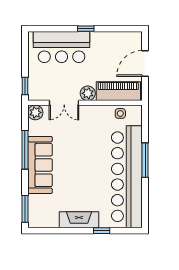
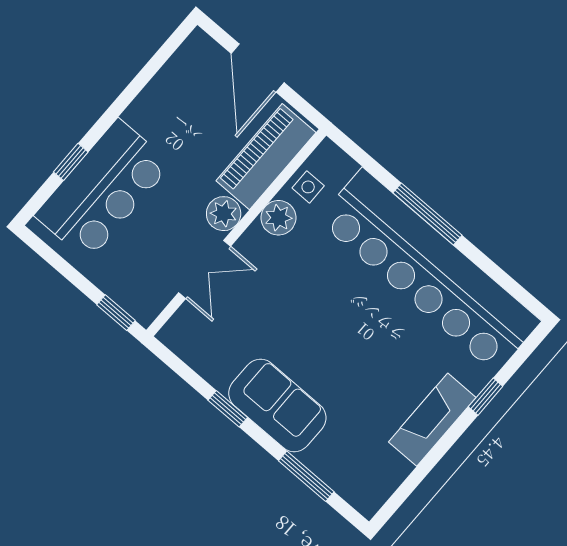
window: (86, 29) -> (71, 162), moved
plant: (35, 112) -> (278, 218), moved
window: (25, 150) -> (228, 409), width x0.46
sofa: (40, 165) -> (277, 405), width x0.73
window: (25, 209) -> (306, 476), moved

